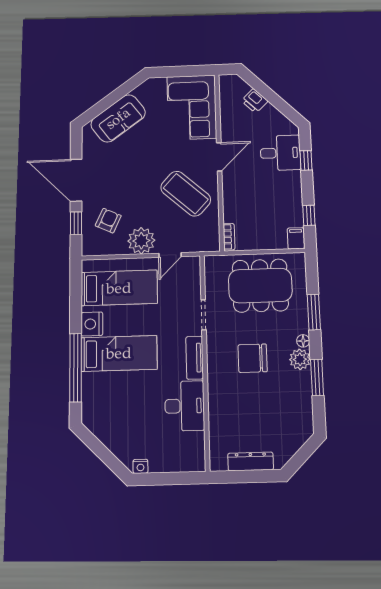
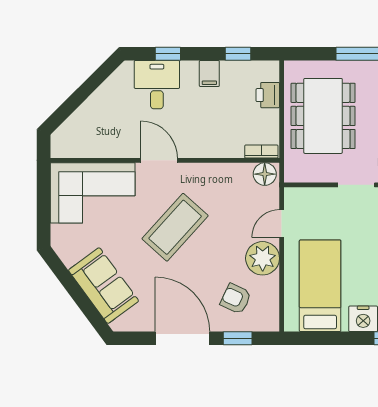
printer: (255, 101) -> (268, 95), moved, turned 135
door: (76, 180) -> (183, 338), swing flipped
coffee table: (186, 194) -> (175, 227), moved
filing cabinet: (296, 238) -> (209, 74), moved, turned -90
floor lamp: (211, 240) -> (265, 174), added
door: (170, 255) -> (282, 224), swing flipped

